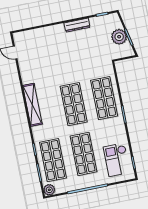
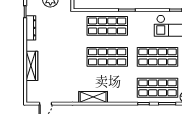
dresser: (77, 25) -> (31, 28), moved
wardrobe: (50, 31) -> (32, 66), added
shelving: (32, 105) -> (93, 97), width x0.68

